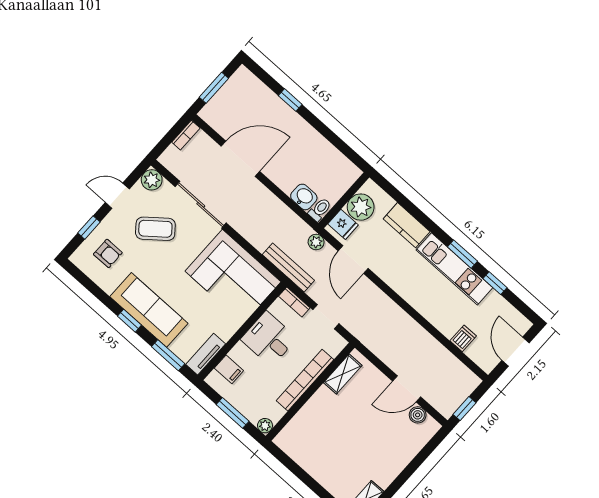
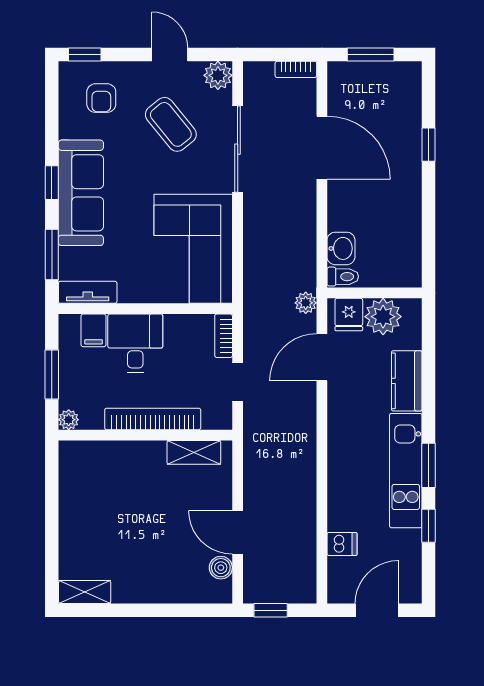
window: (89, 227) -> (85, 55), moved
bench: (288, 268) -> (254, 298), removed
desk: (269, 339) -> (135, 343), moved

